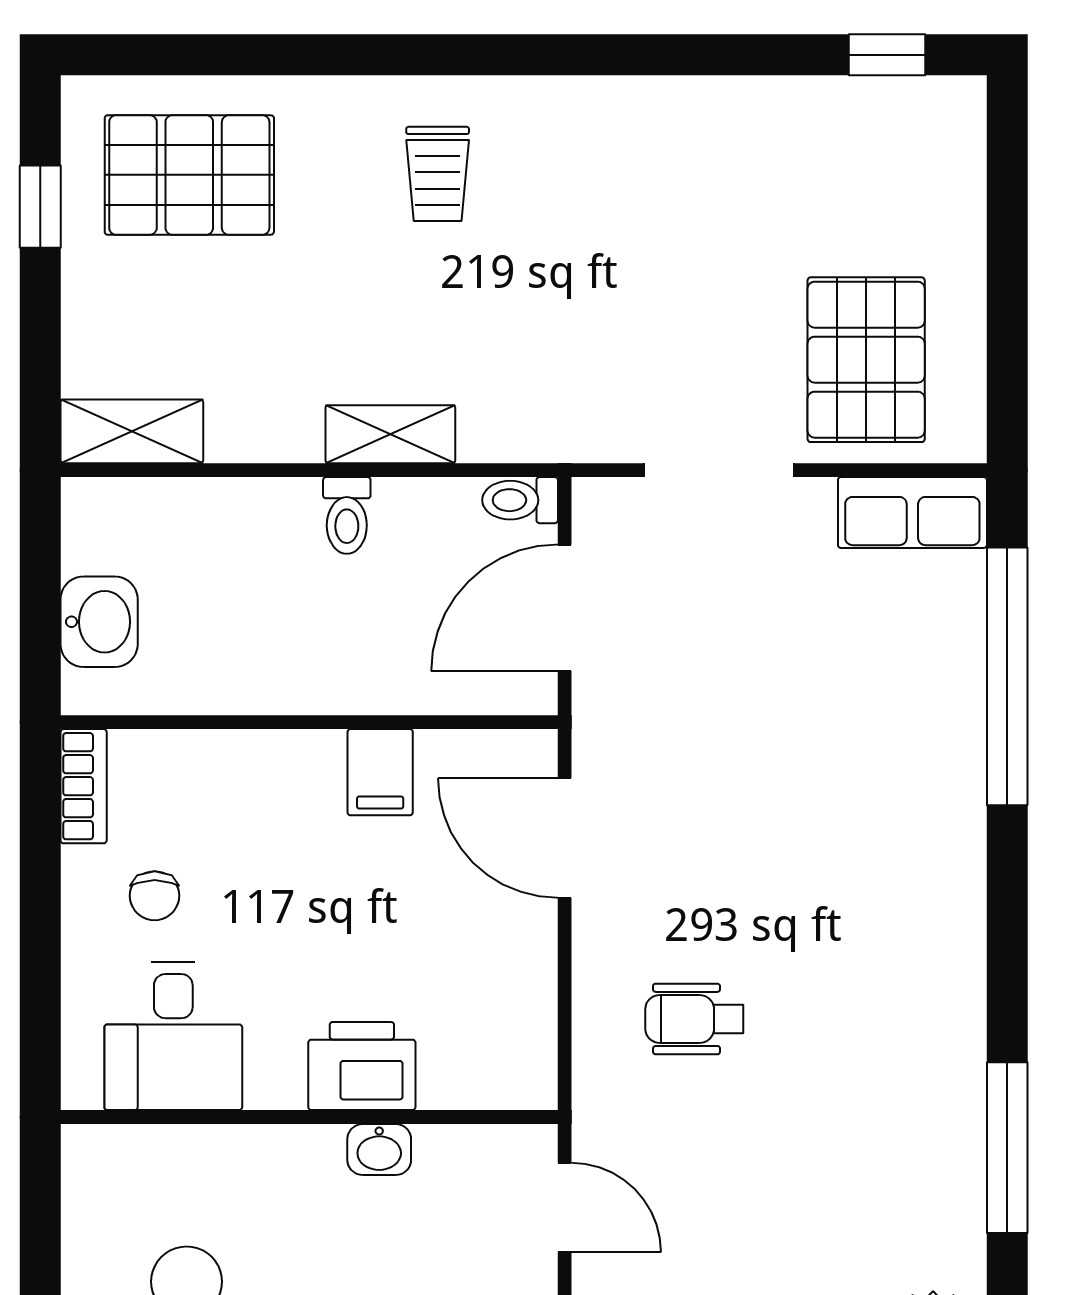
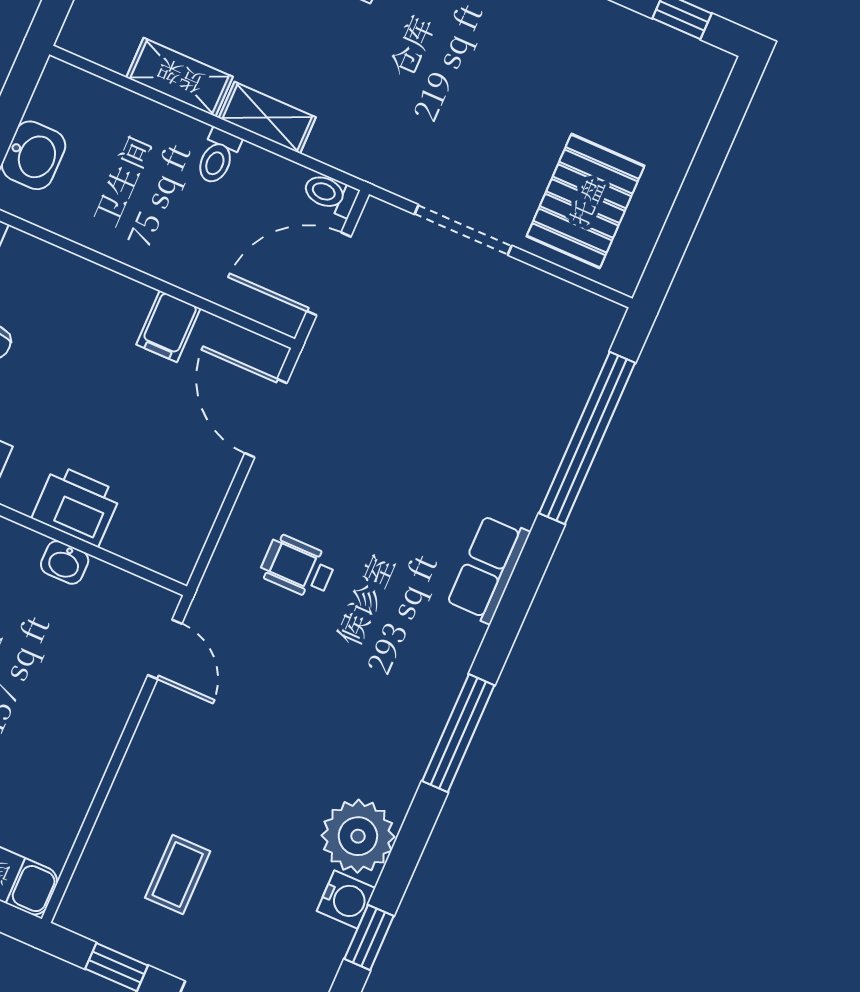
shelving: (132, 431) -> (180, 77), moved
row of seats: (912, 513) -> (488, 569), moved, turned 90

